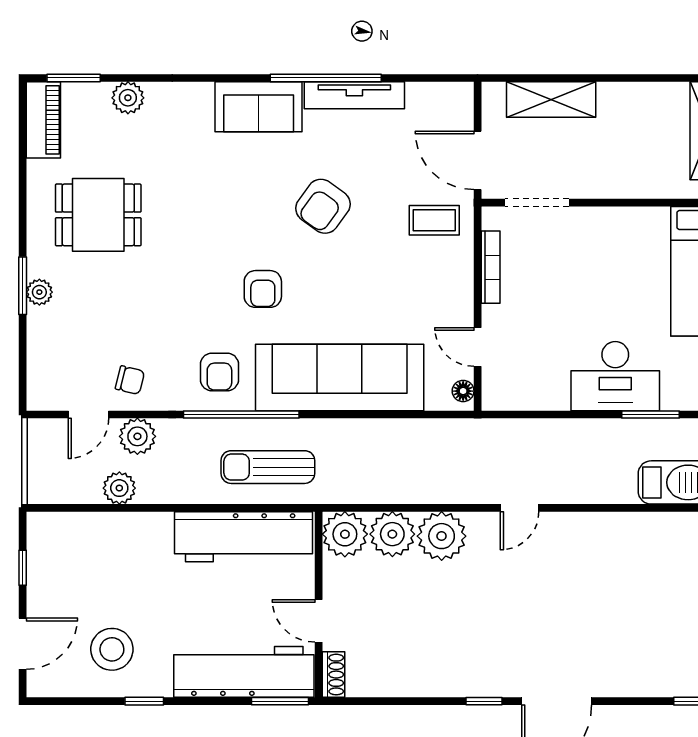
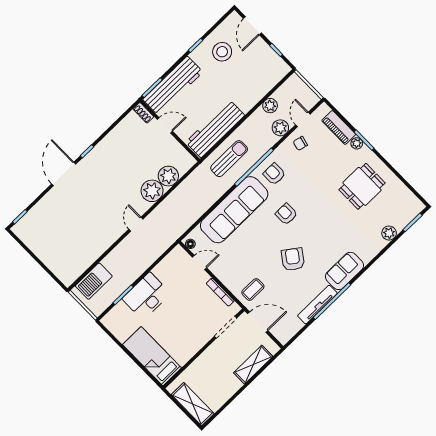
piano: (43, 120) -> (339, 127), moved
plant: (345, 534) -> (183, 161), removed

